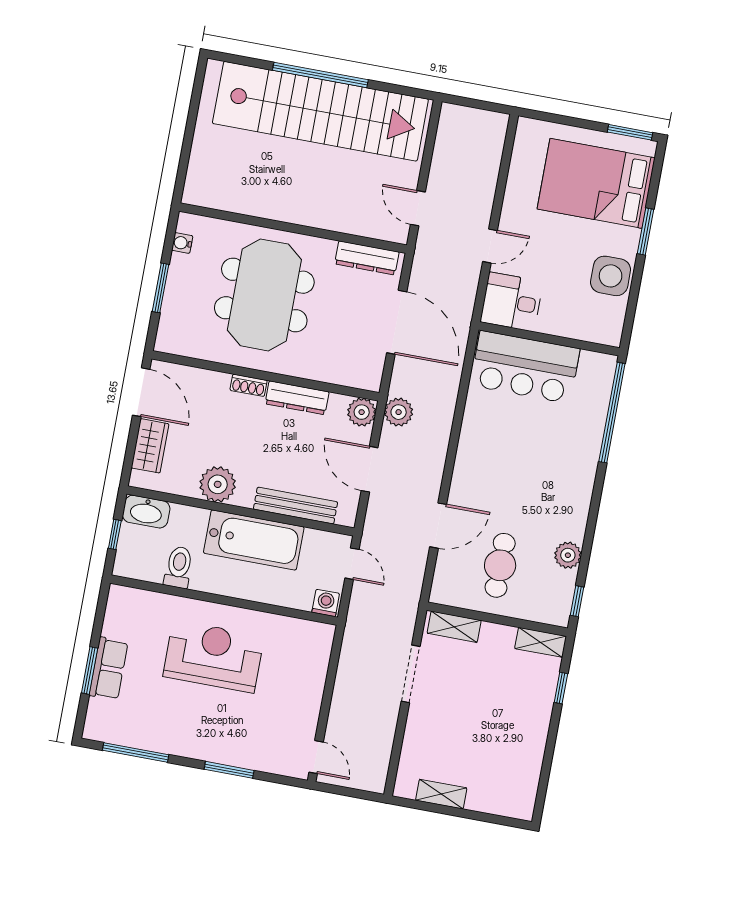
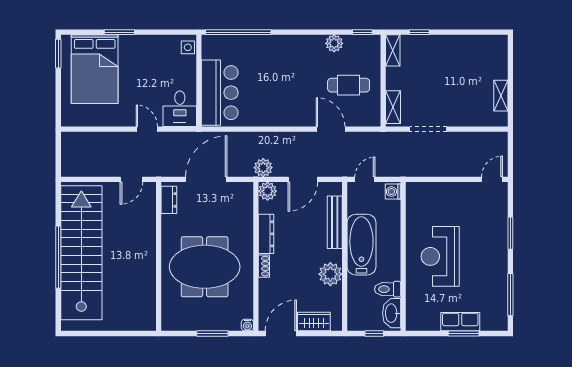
water cooler: (182, 243) -> (247, 325), moved
dresser: (367, 258) -> (169, 200), width x0.70
side table: (611, 276) -> (188, 47), moved, width x0.54, depth x0.54
washbasin: (146, 512) -> (392, 313), moved, turned 180

